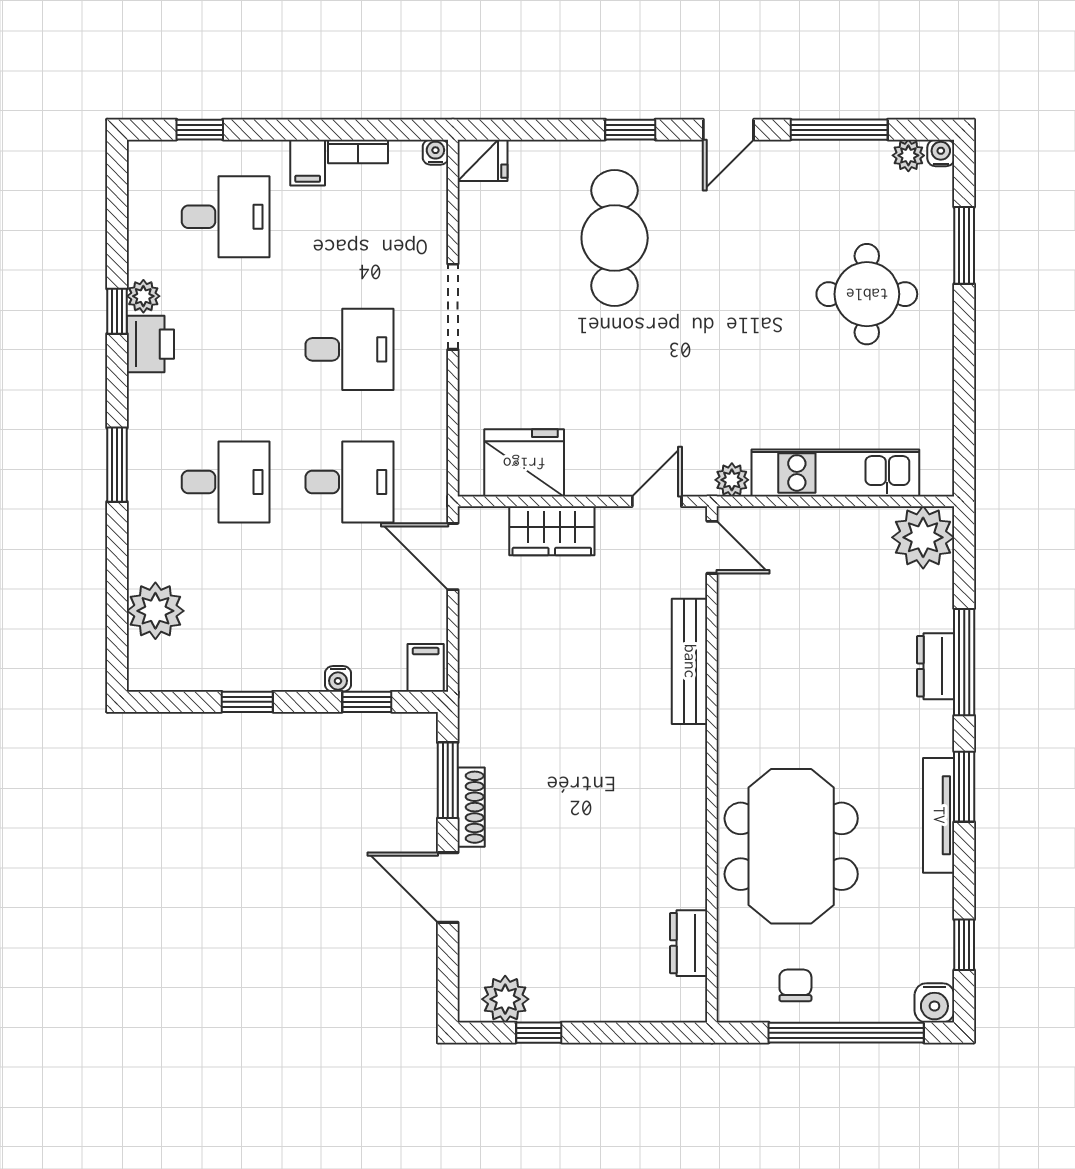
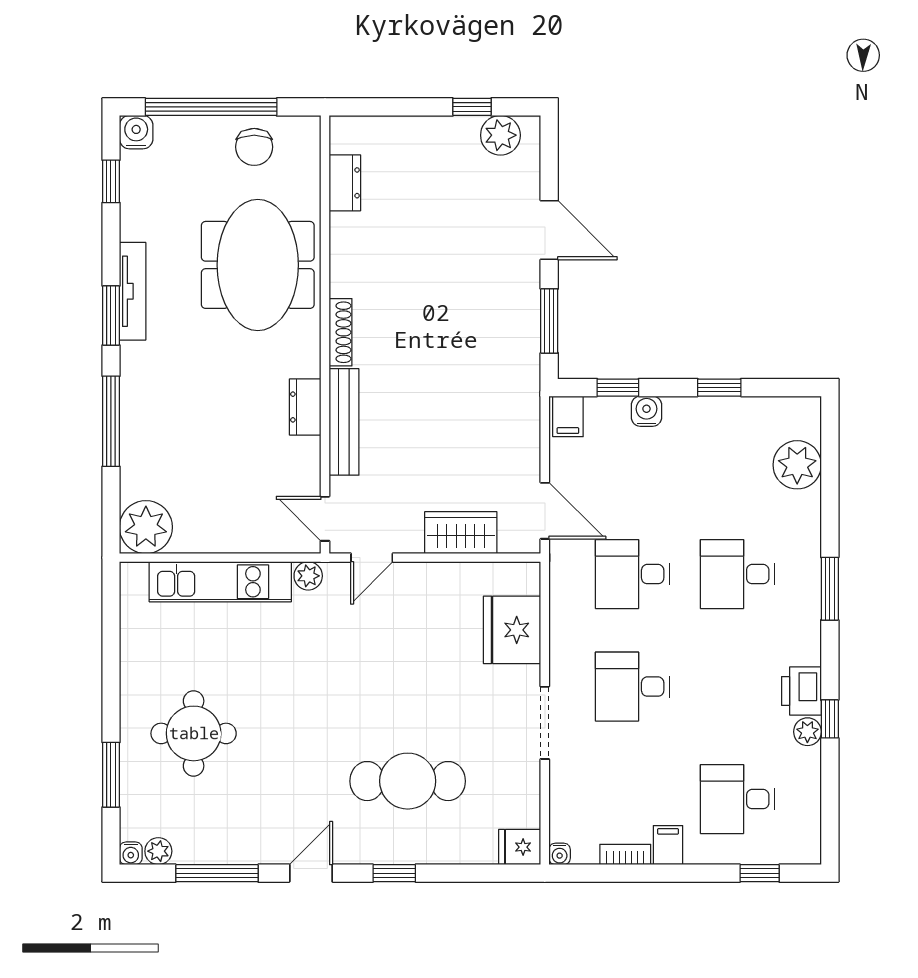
cafe table: (615, 238) -> (408, 781), turned 90
fridge: (524, 463) -> (512, 630), moved, turned 90
dresser: (936, 666) -> (305, 407), moved, turned 180
water cooler: (338, 679) -> (646, 411), width x1.38, depth x1.38
shoe rack: (471, 807) -> (341, 332), moved, turned 180
chair: (795, 985) -> (254, 147), width x1.37, depth x1.37

